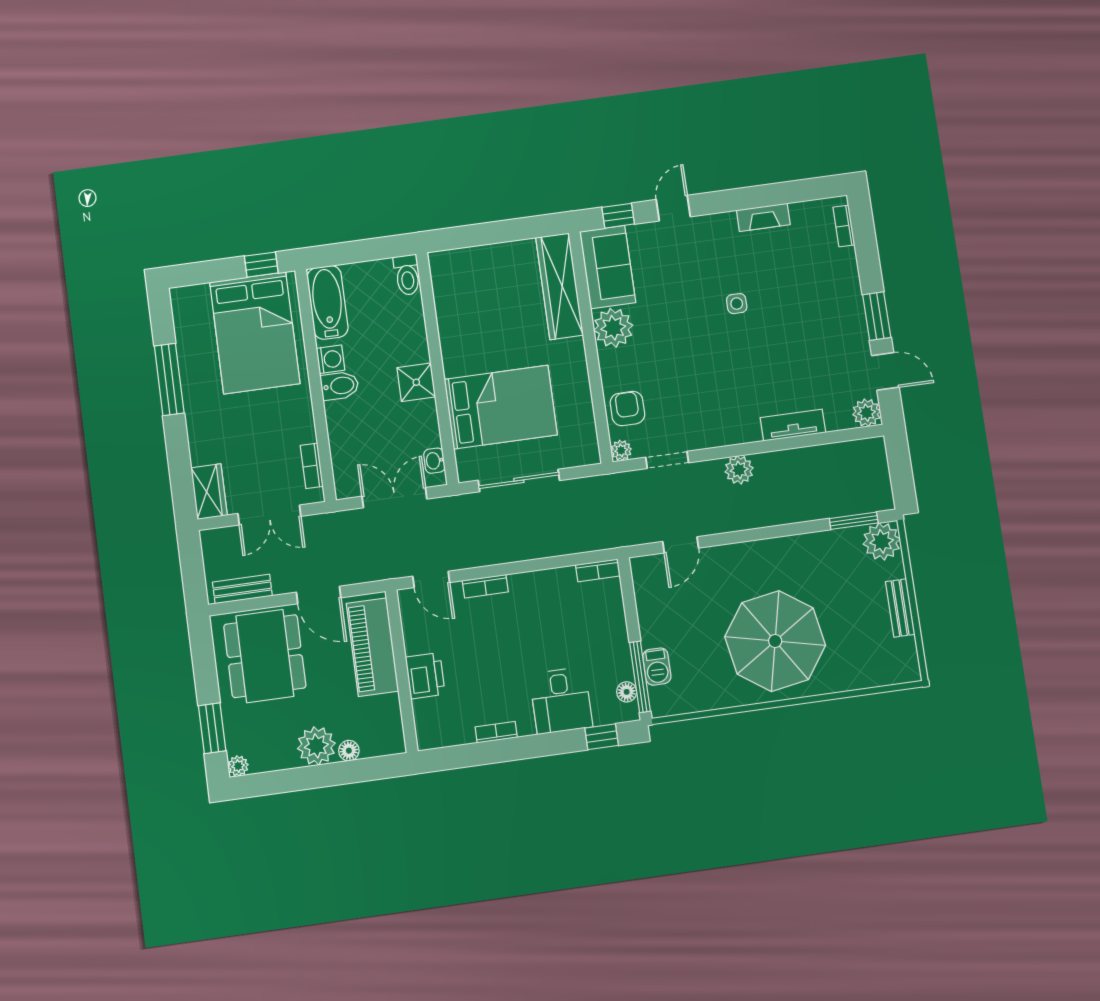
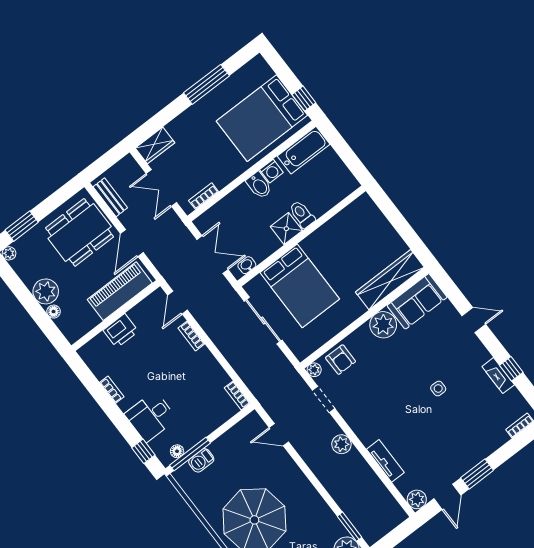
window: (618, 216) -> (511, 369), moved
toilet: (407, 275) -> (302, 214), moved, turned 90
armchair: (627, 409) -> (341, 360), turned 90

